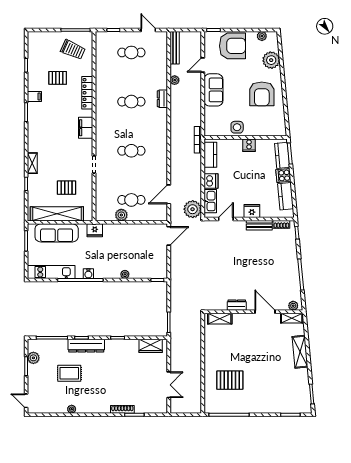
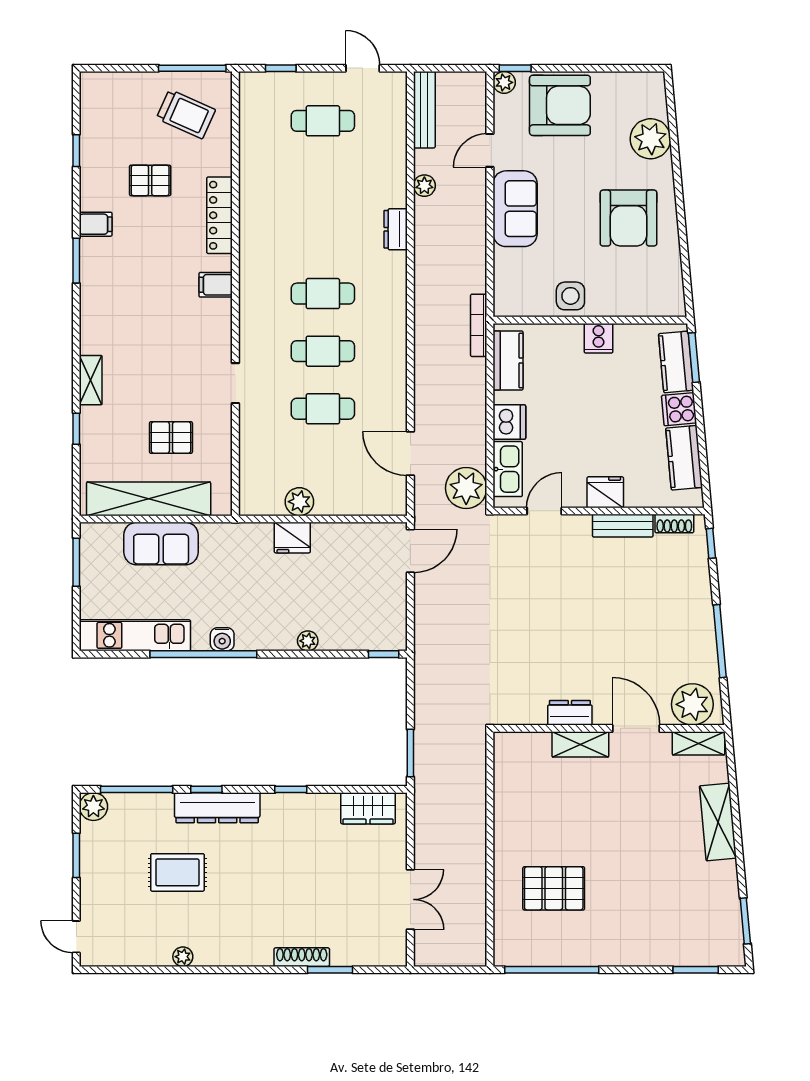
plant: (262, 36) -> (504, 82), moved
cafe table: (131, 102) -> (323, 294), moved
filing cabinet: (86, 128) -> (216, 285), width x0.50
door: (169, 194) -> (410, 453), hinge flipped
cafe table: (131, 200) -> (323, 409), moved
fridge: (95, 230) -> (292, 538), moved
sofa: (57, 233) -> (161, 544), width x0.73
plant: (293, 306) -> (692, 704), width x1.88, depth x1.88
shelving: (220, 319) -> (580, 744), moved
plant: (33, 358) -> (93, 807), moved

